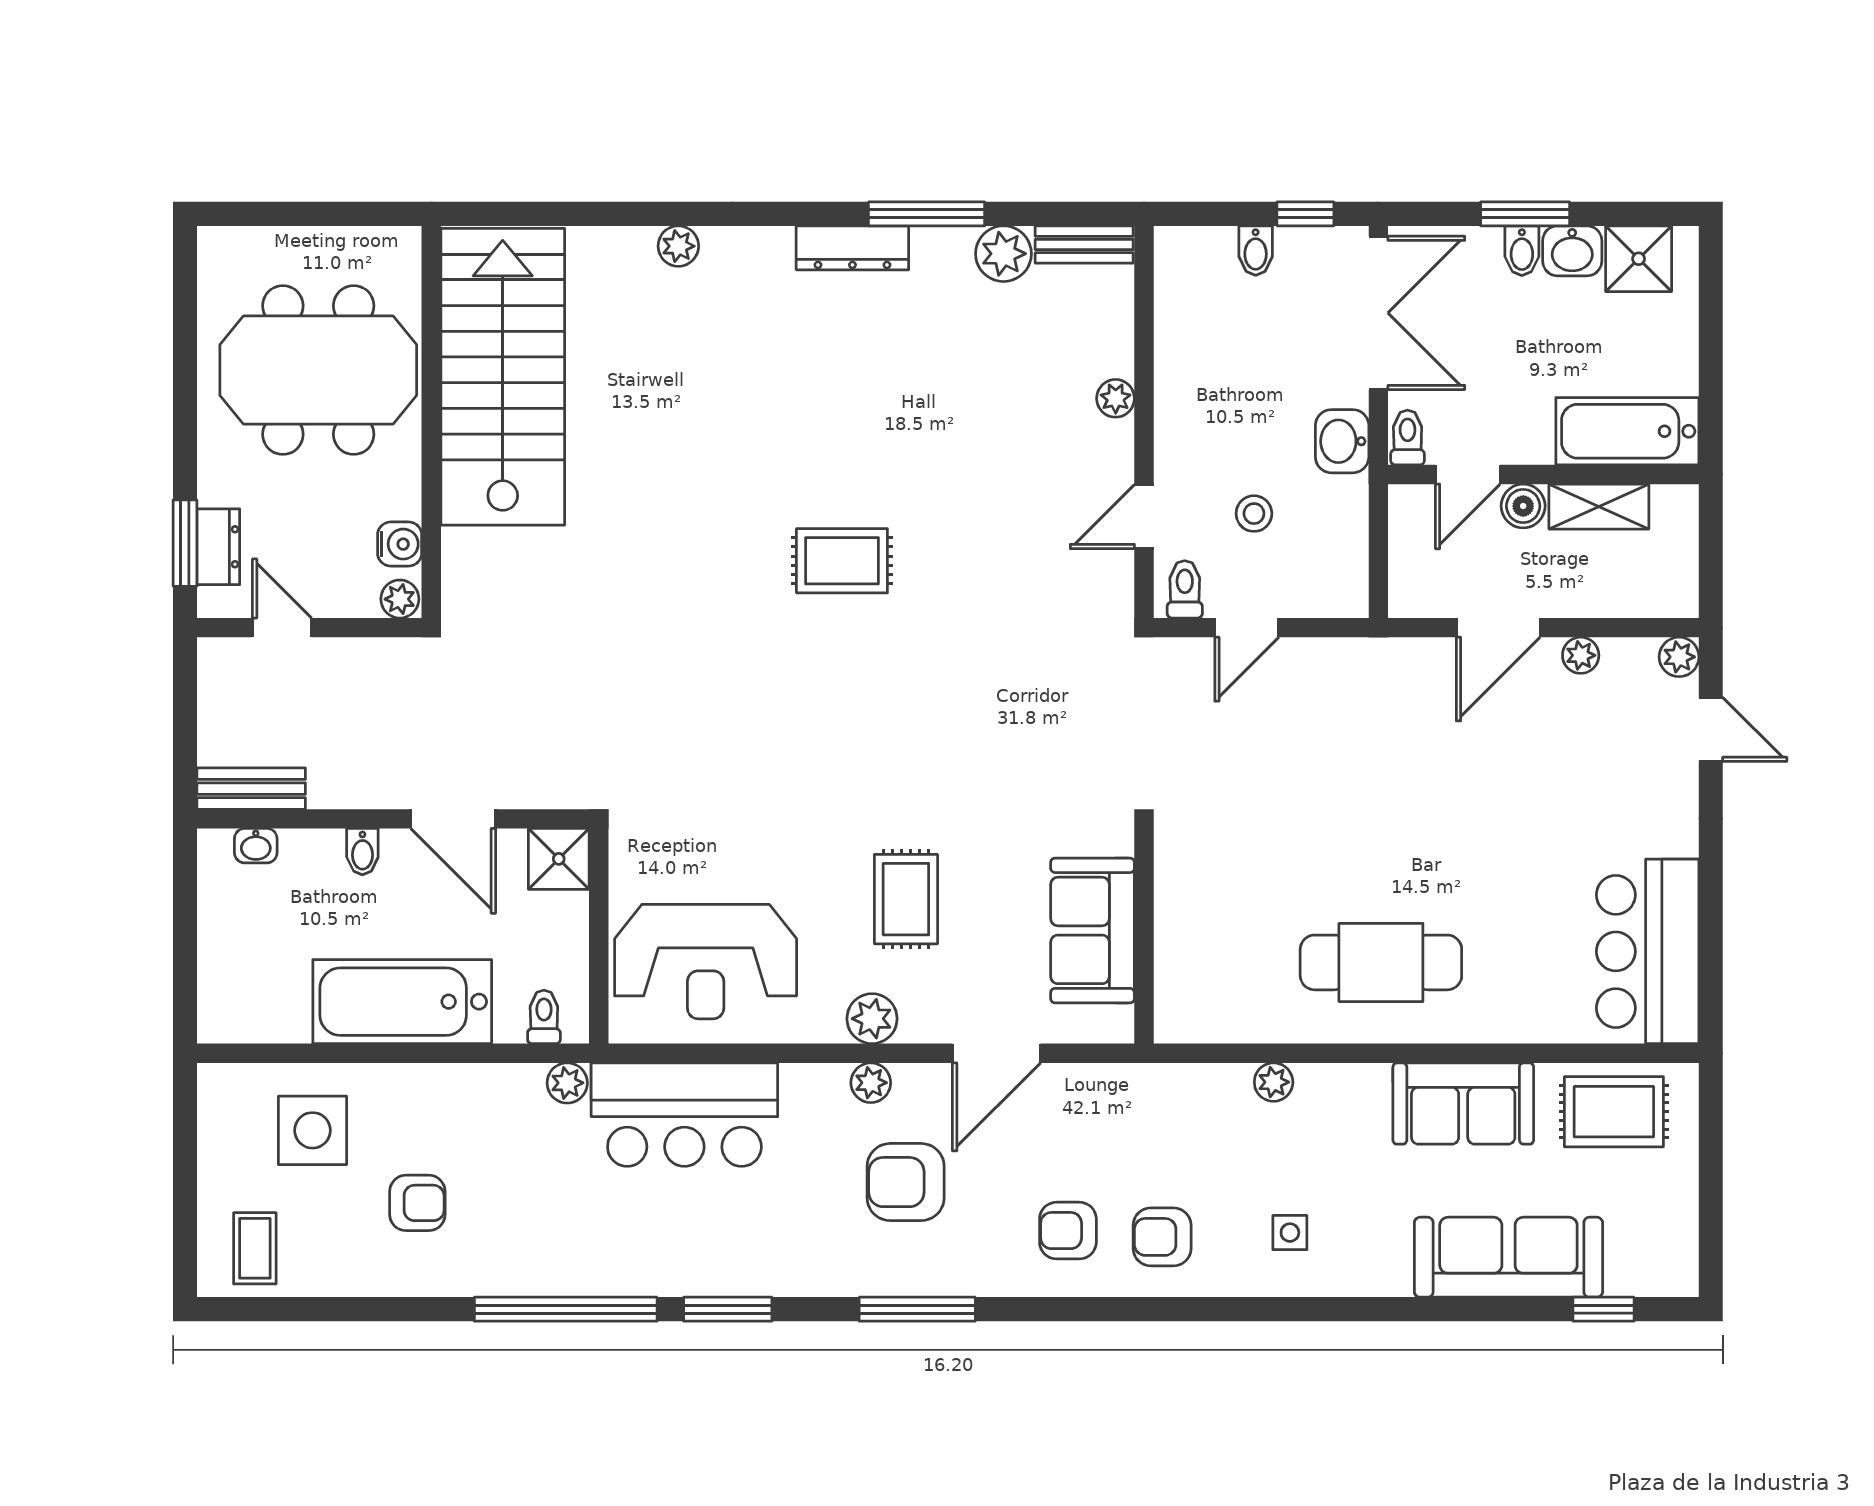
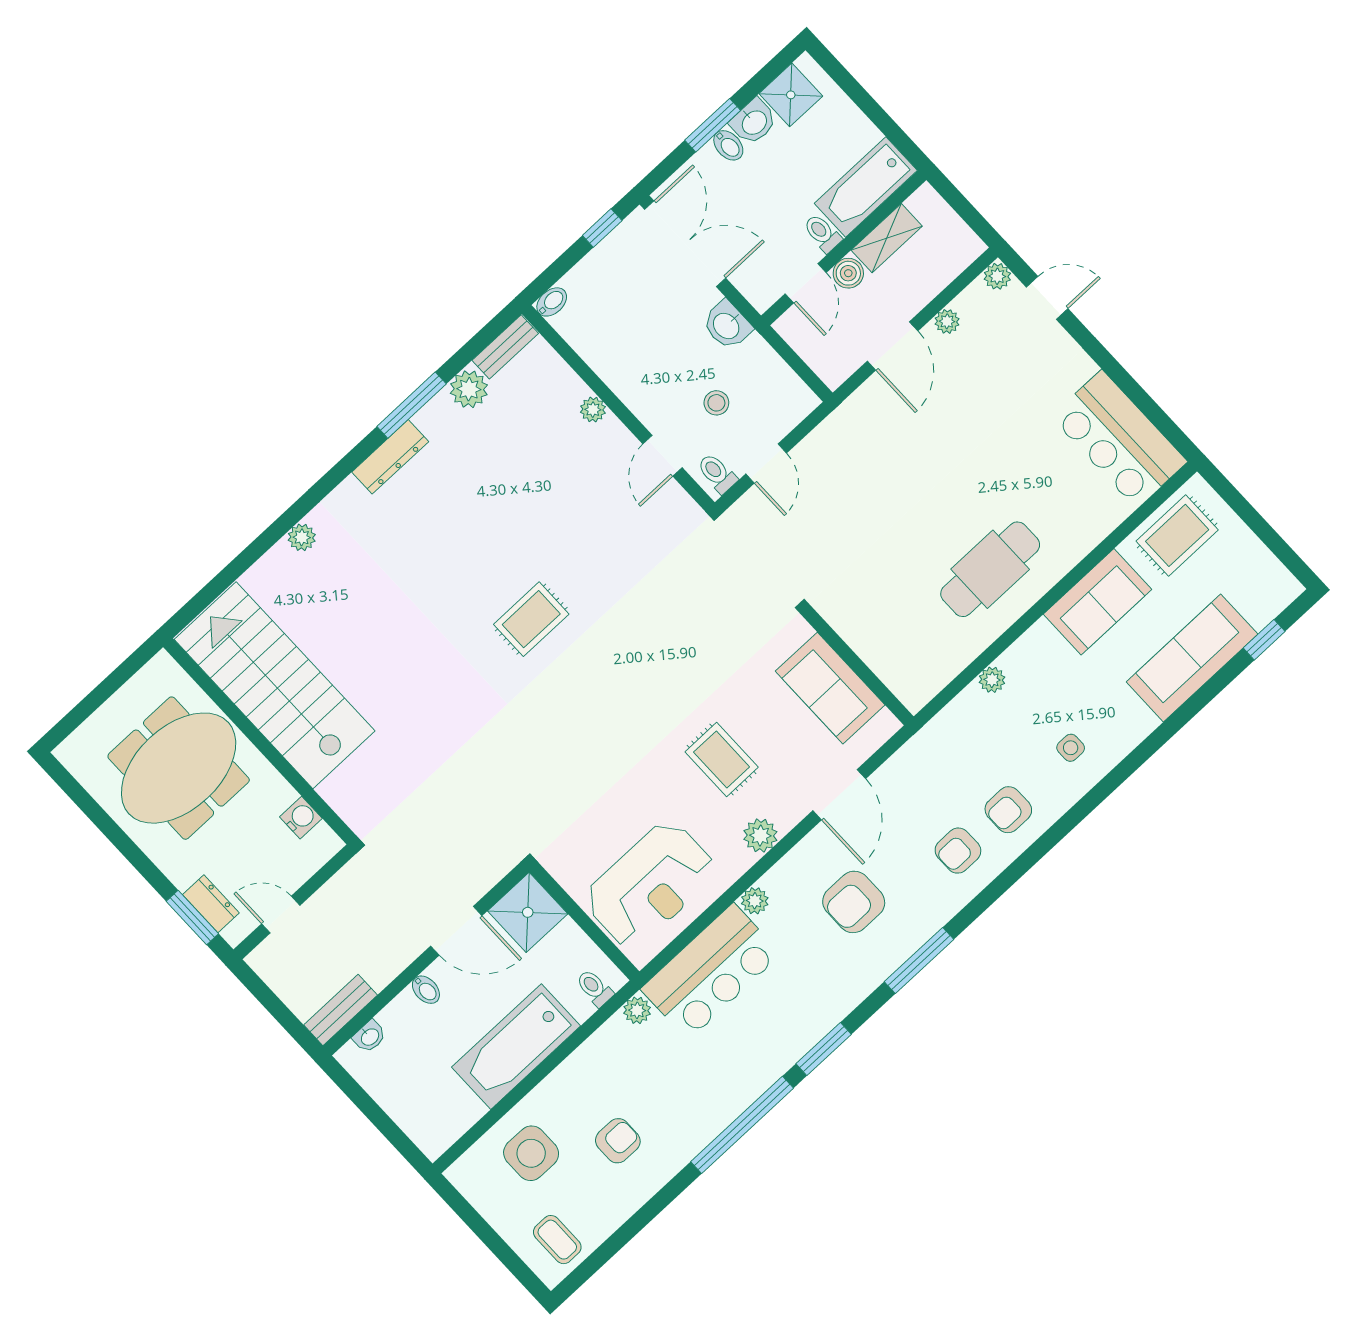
bidet: (1256, 251) -> (552, 302), moved, turned -90
toilet: (1408, 438) -> (822, 233), moved
plant: (400, 599) -> (327, 845), removed
shower: (559, 859) -> (528, 912), width x1.36, depth x1.36
plant: (871, 1083) -> (755, 901), moved

